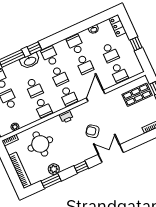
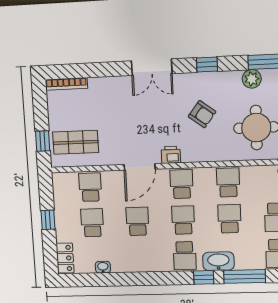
school desk: (75, 44) -> (139, 257), removed
printer: (66, 117) -> (171, 155), moved
armchair: (93, 131) -> (202, 114), moved

